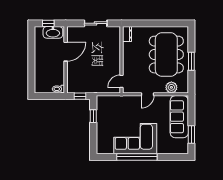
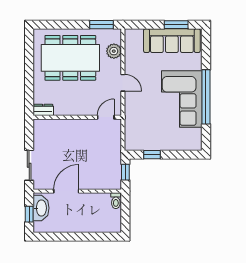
sliding door: (96, 23) -> (29, 165), moved
door: (66, 52) -> (66, 191), hinge flipped
window: (191, 61) -> (102, 25), moved
door: (122, 81) -> (106, 117), swing flipped
sofa: (179, 117) -> (172, 41), moved

